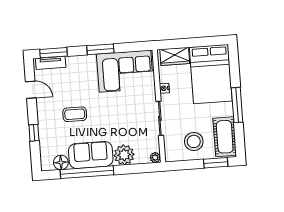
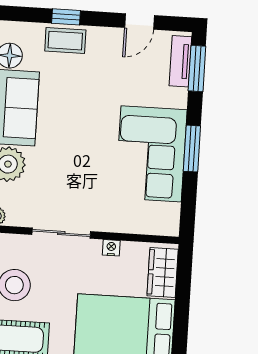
corner sofa: (125, 71) -> (151, 154), moved
coffee table: (75, 114) -> (65, 41), moved, turned 90

